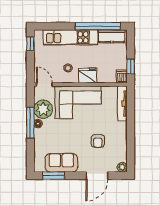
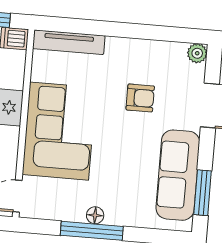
plant: (43, 109) -> (67, 203), removed
sofa: (61, 163) -> (178, 175), width x1.36

